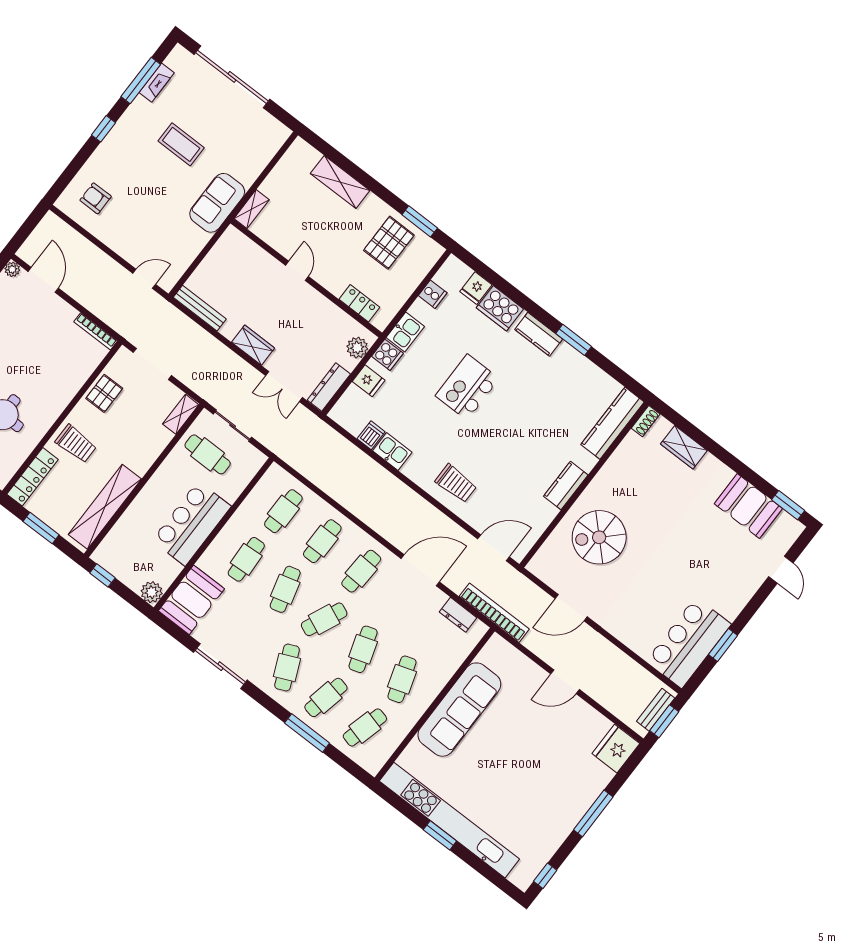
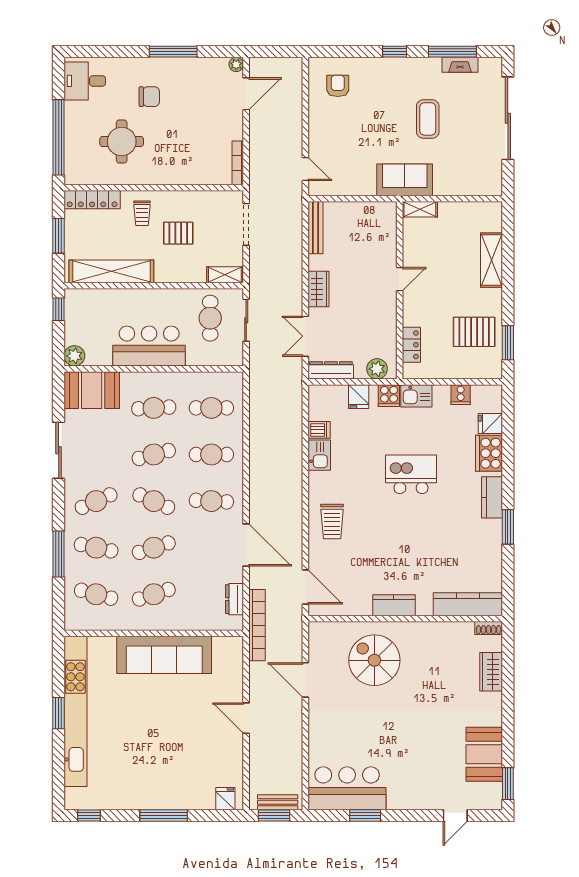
pallet: (104, 393) -> (178, 233), moved
trolley: (76, 444) -> (142, 213), width x0.73, depth x0.72
fridge: (616, 749) -> (225, 799), width x0.53, depth x0.75

